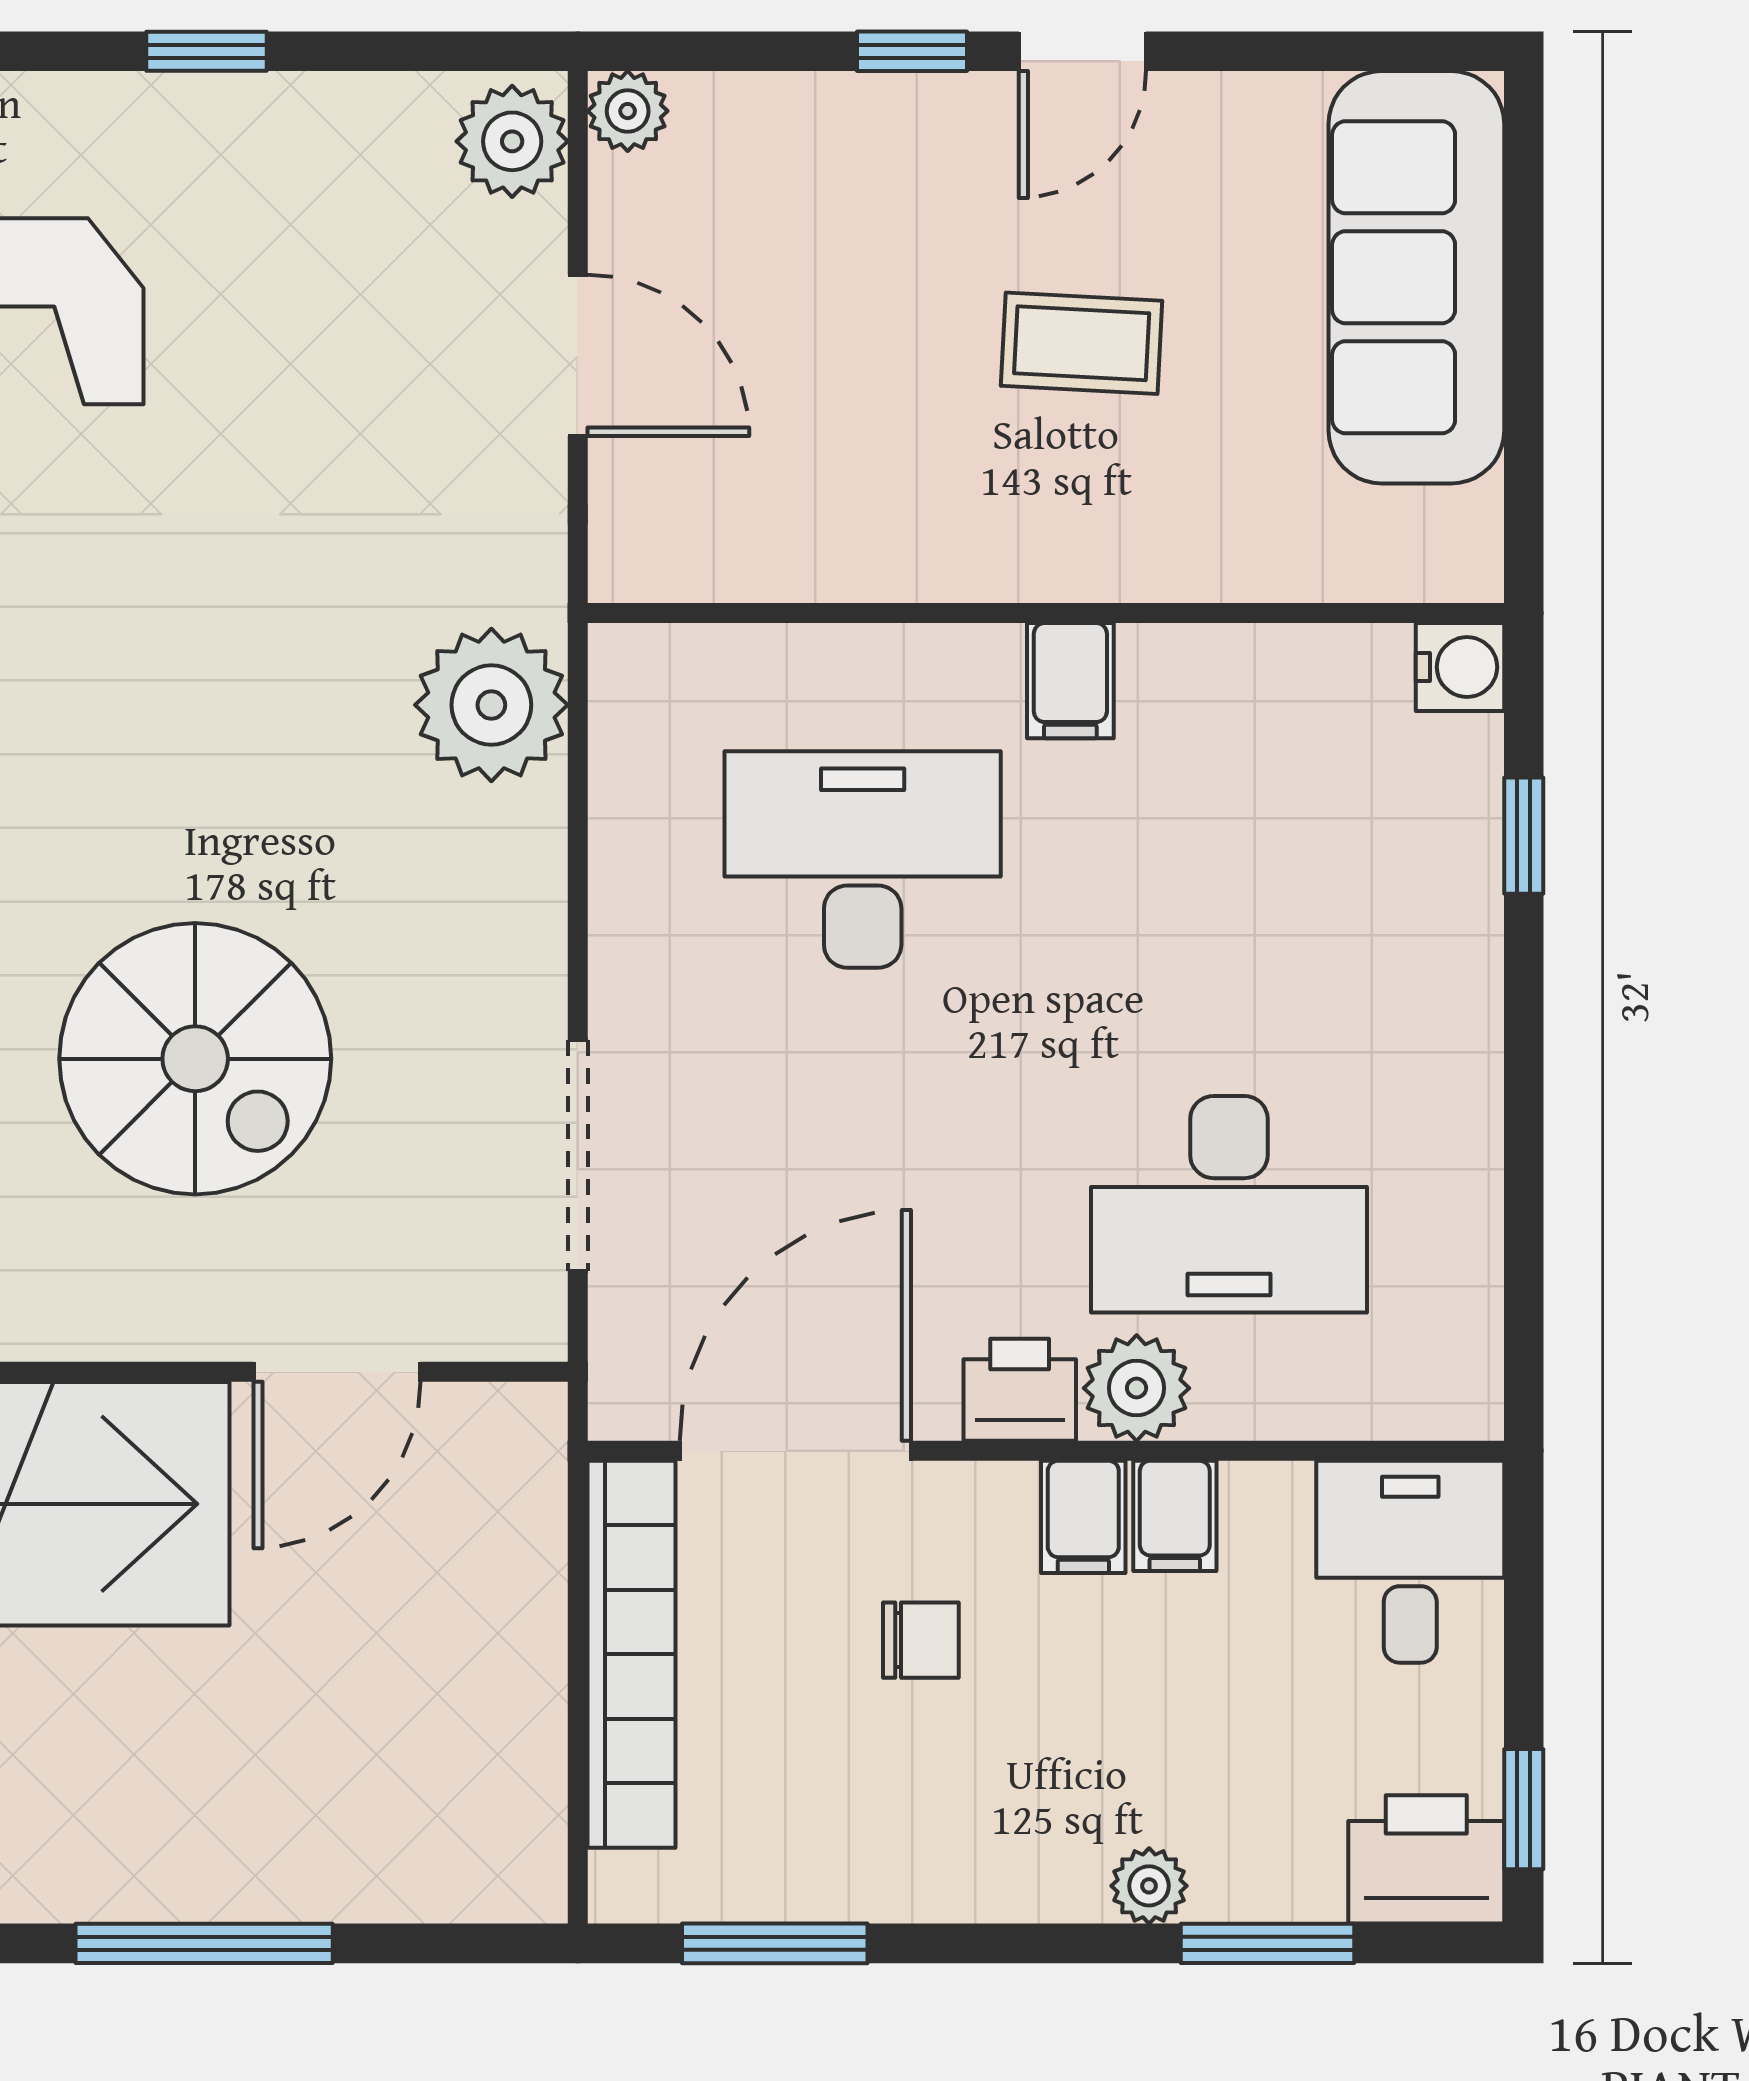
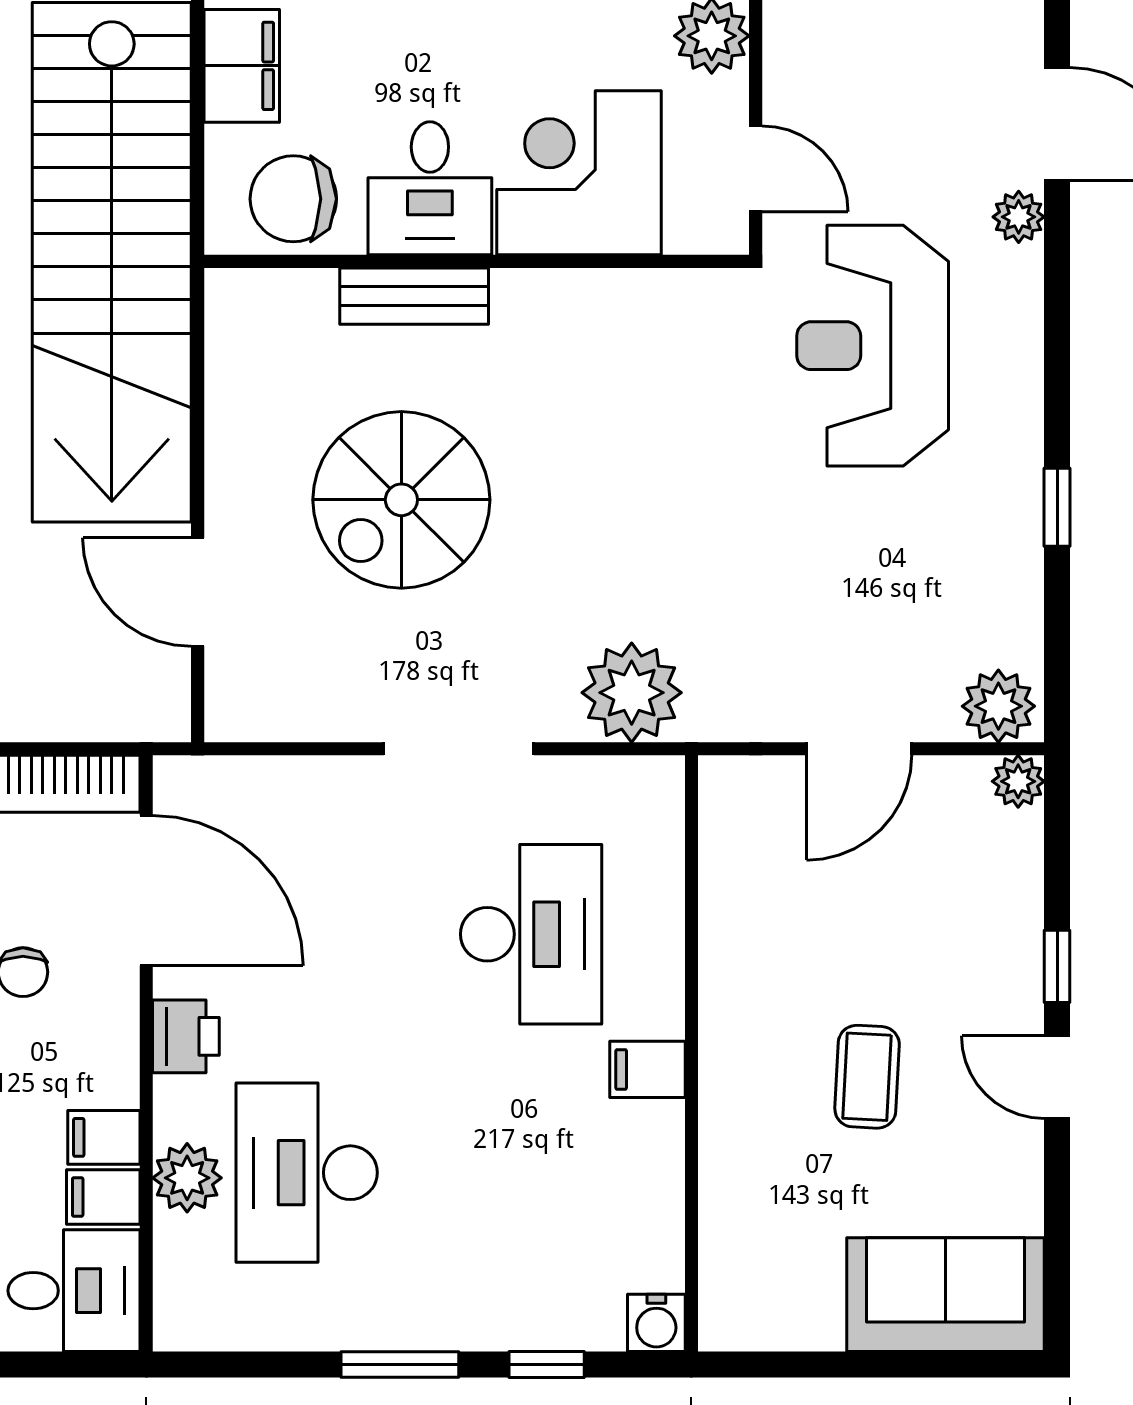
sofa: (1416, 277) -> (946, 1295), width x0.73
window: (1524, 1061) -> (400, 1365), added
doorway: (578, 1156) -> (459, 749), moved
plant: (1137, 1388) -> (187, 1178), moved
filing cabinet: (1083, 1517) -> (103, 1197), moved

